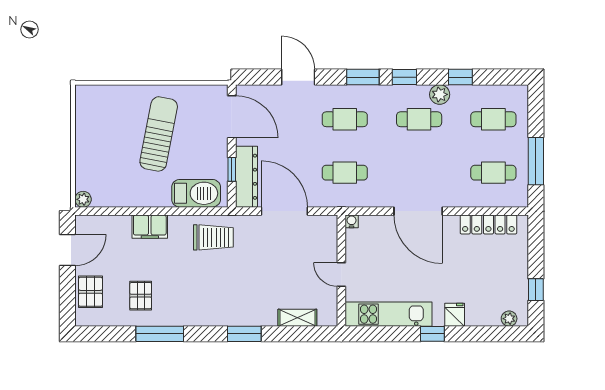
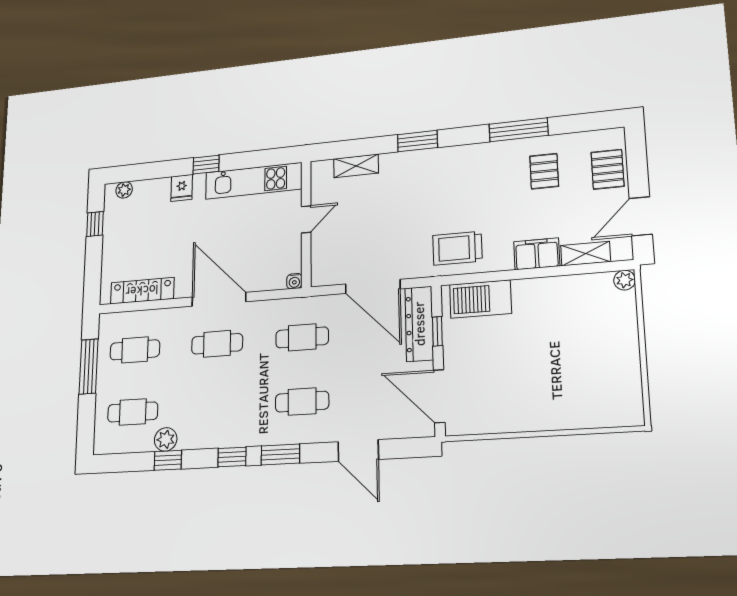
plant: (440, 94) -> (166, 439), moved
cafe table: (419, 119) -> (217, 344), moved
sun lounger: (159, 134) -> (531, 369), removed
shelving: (112, 223) -> (586, 254), added
door: (341, 275) -> (306, 219), hinge flipped

